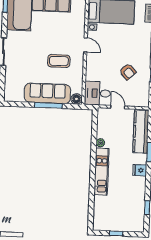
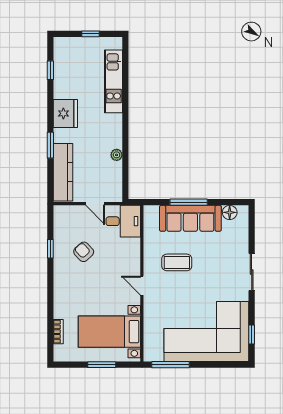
floor lamp: (76, 99) -> (230, 212), moved
fridge: (140, 170) -> (65, 113), width x1.88, depth x1.34
kitchen unit: (102, 172) -> (114, 81), moved

